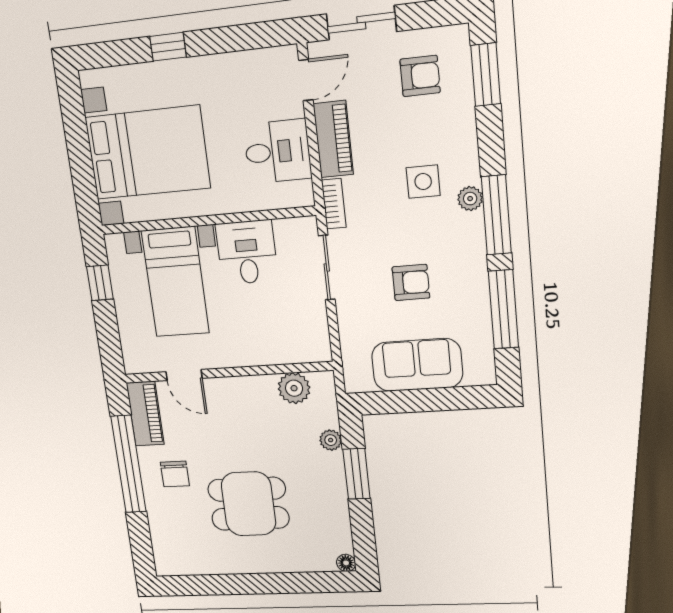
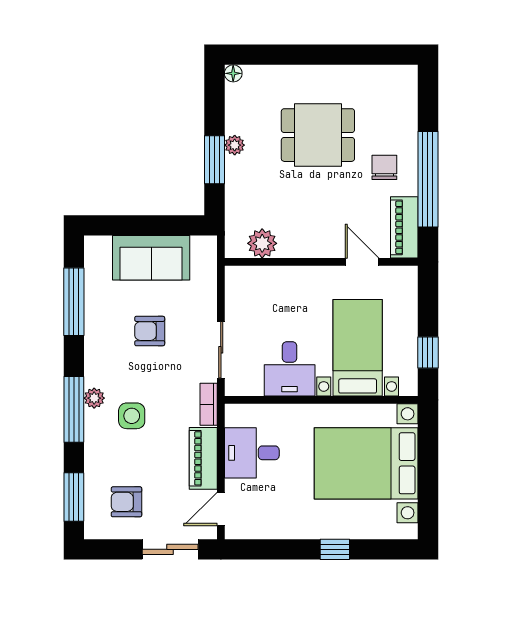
window: (496, 215) -> (74, 409), moved
plant: (331, 440) -> (235, 145), moved

